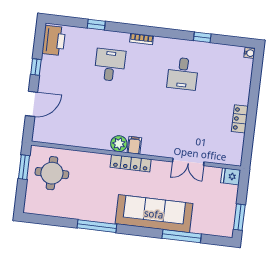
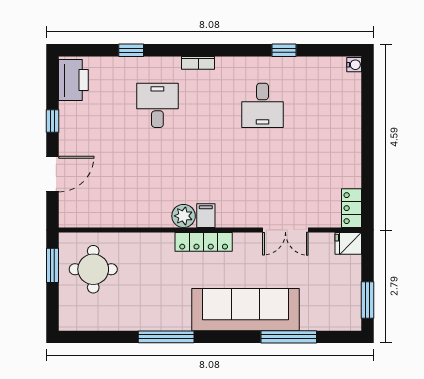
locker: (240, 119) -> (352, 208), moved

